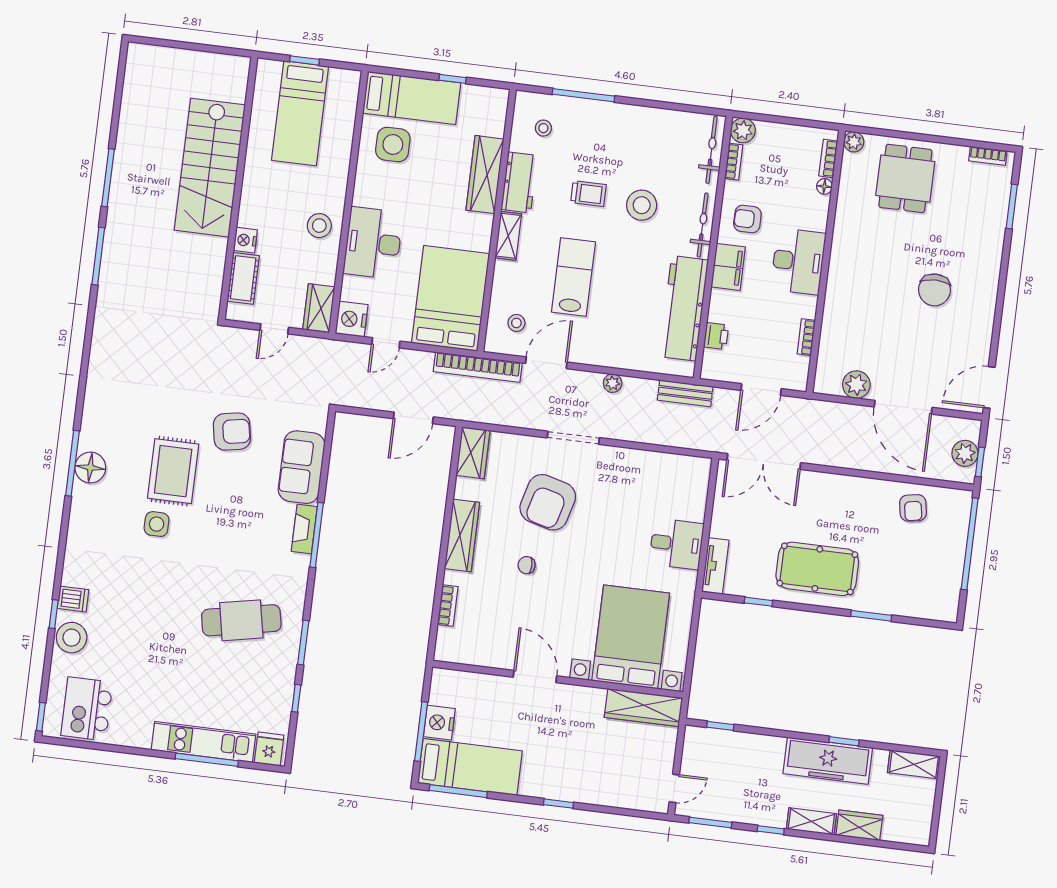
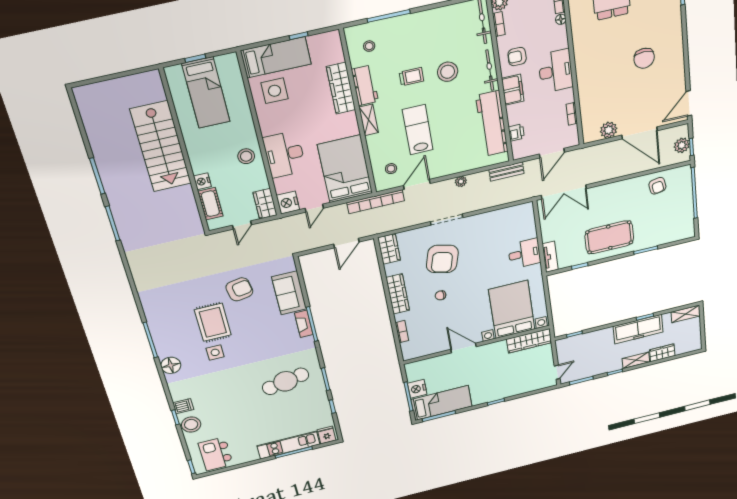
floor lamp: (90, 468) -> (171, 365), moved

